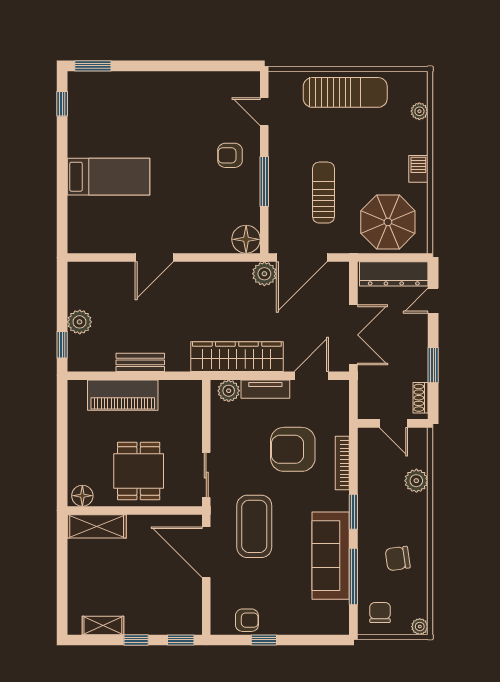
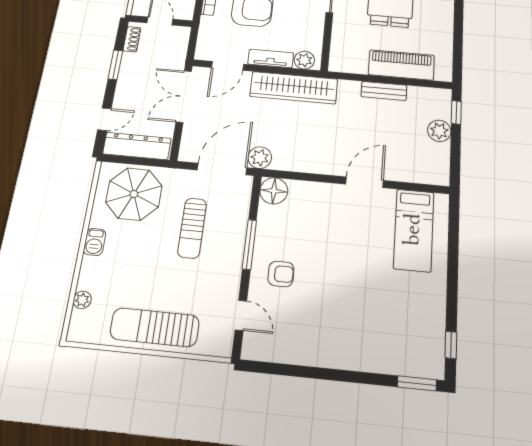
bed: (109, 177) -> (414, 230), moved, turned -90

